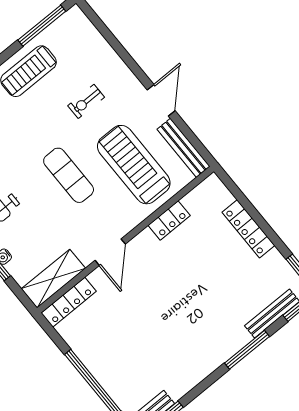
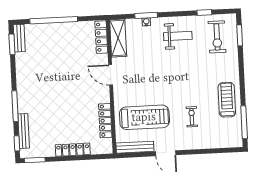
exercise mat: (69, 175) -> (162, 82), removed
locker: (169, 220) -> (105, 121), width x1.53

